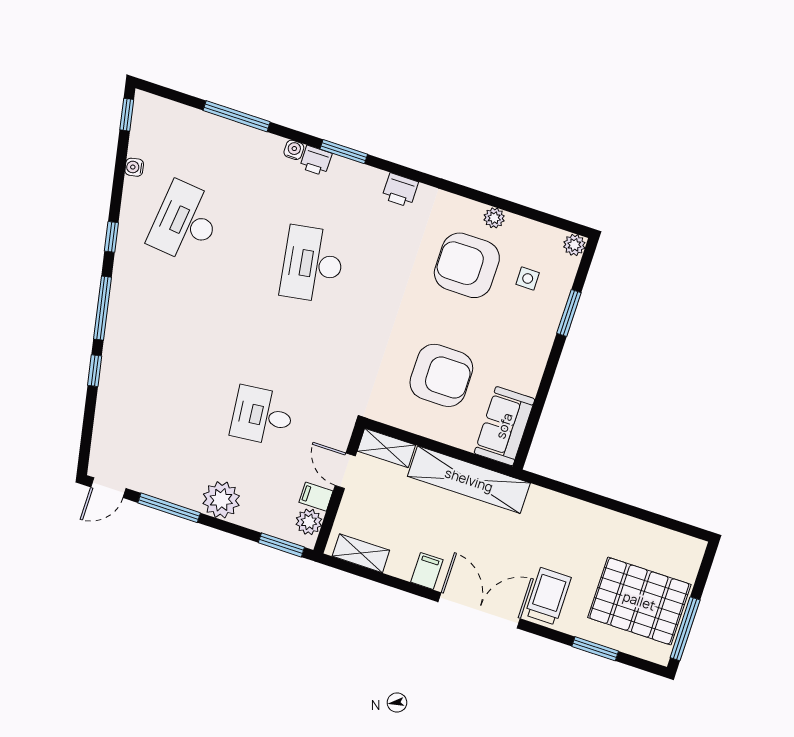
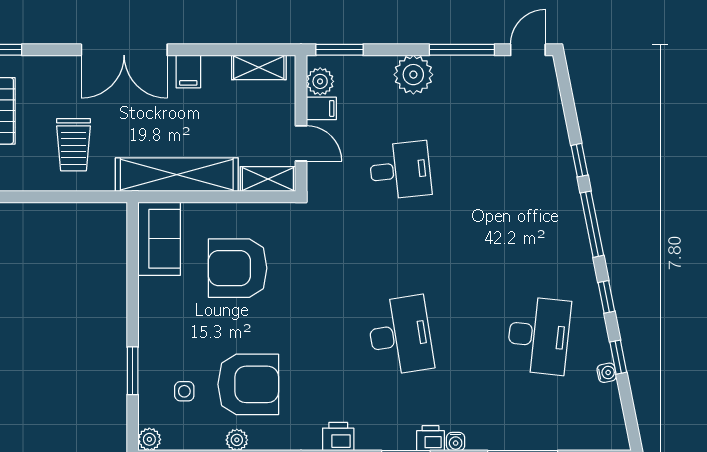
window: (127, 115) -> (618, 357), moved
trolley: (548, 596) -> (74, 145), moved

